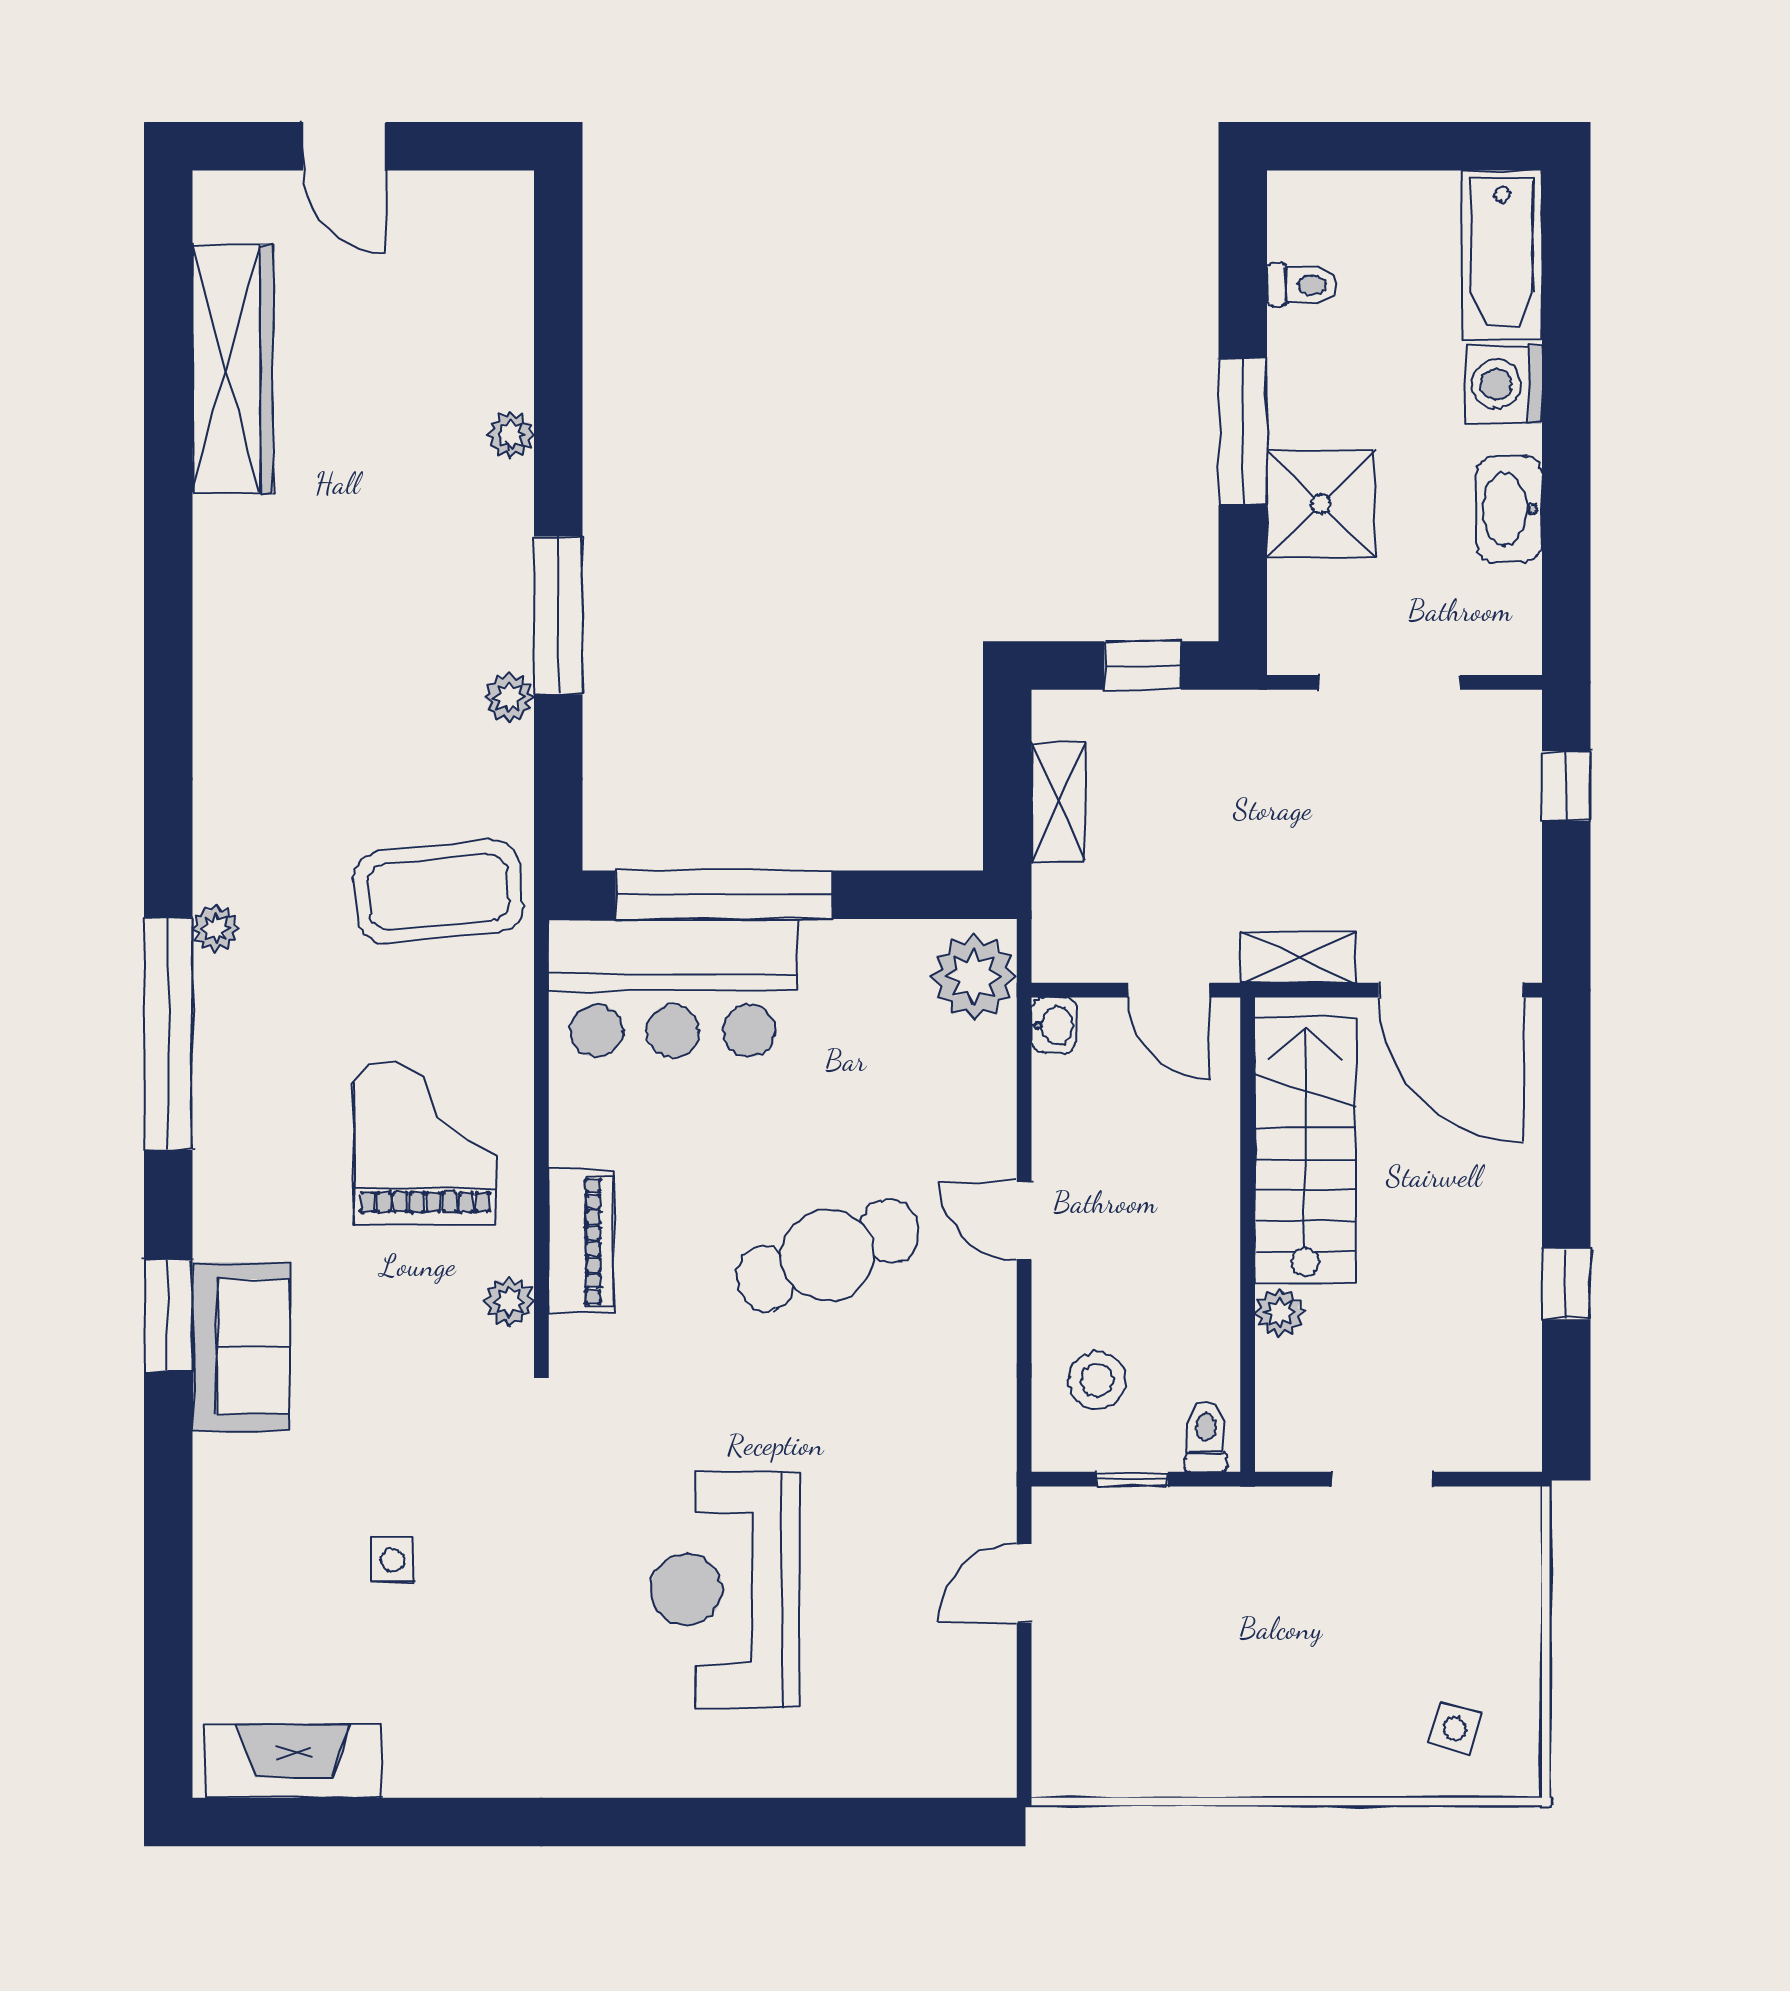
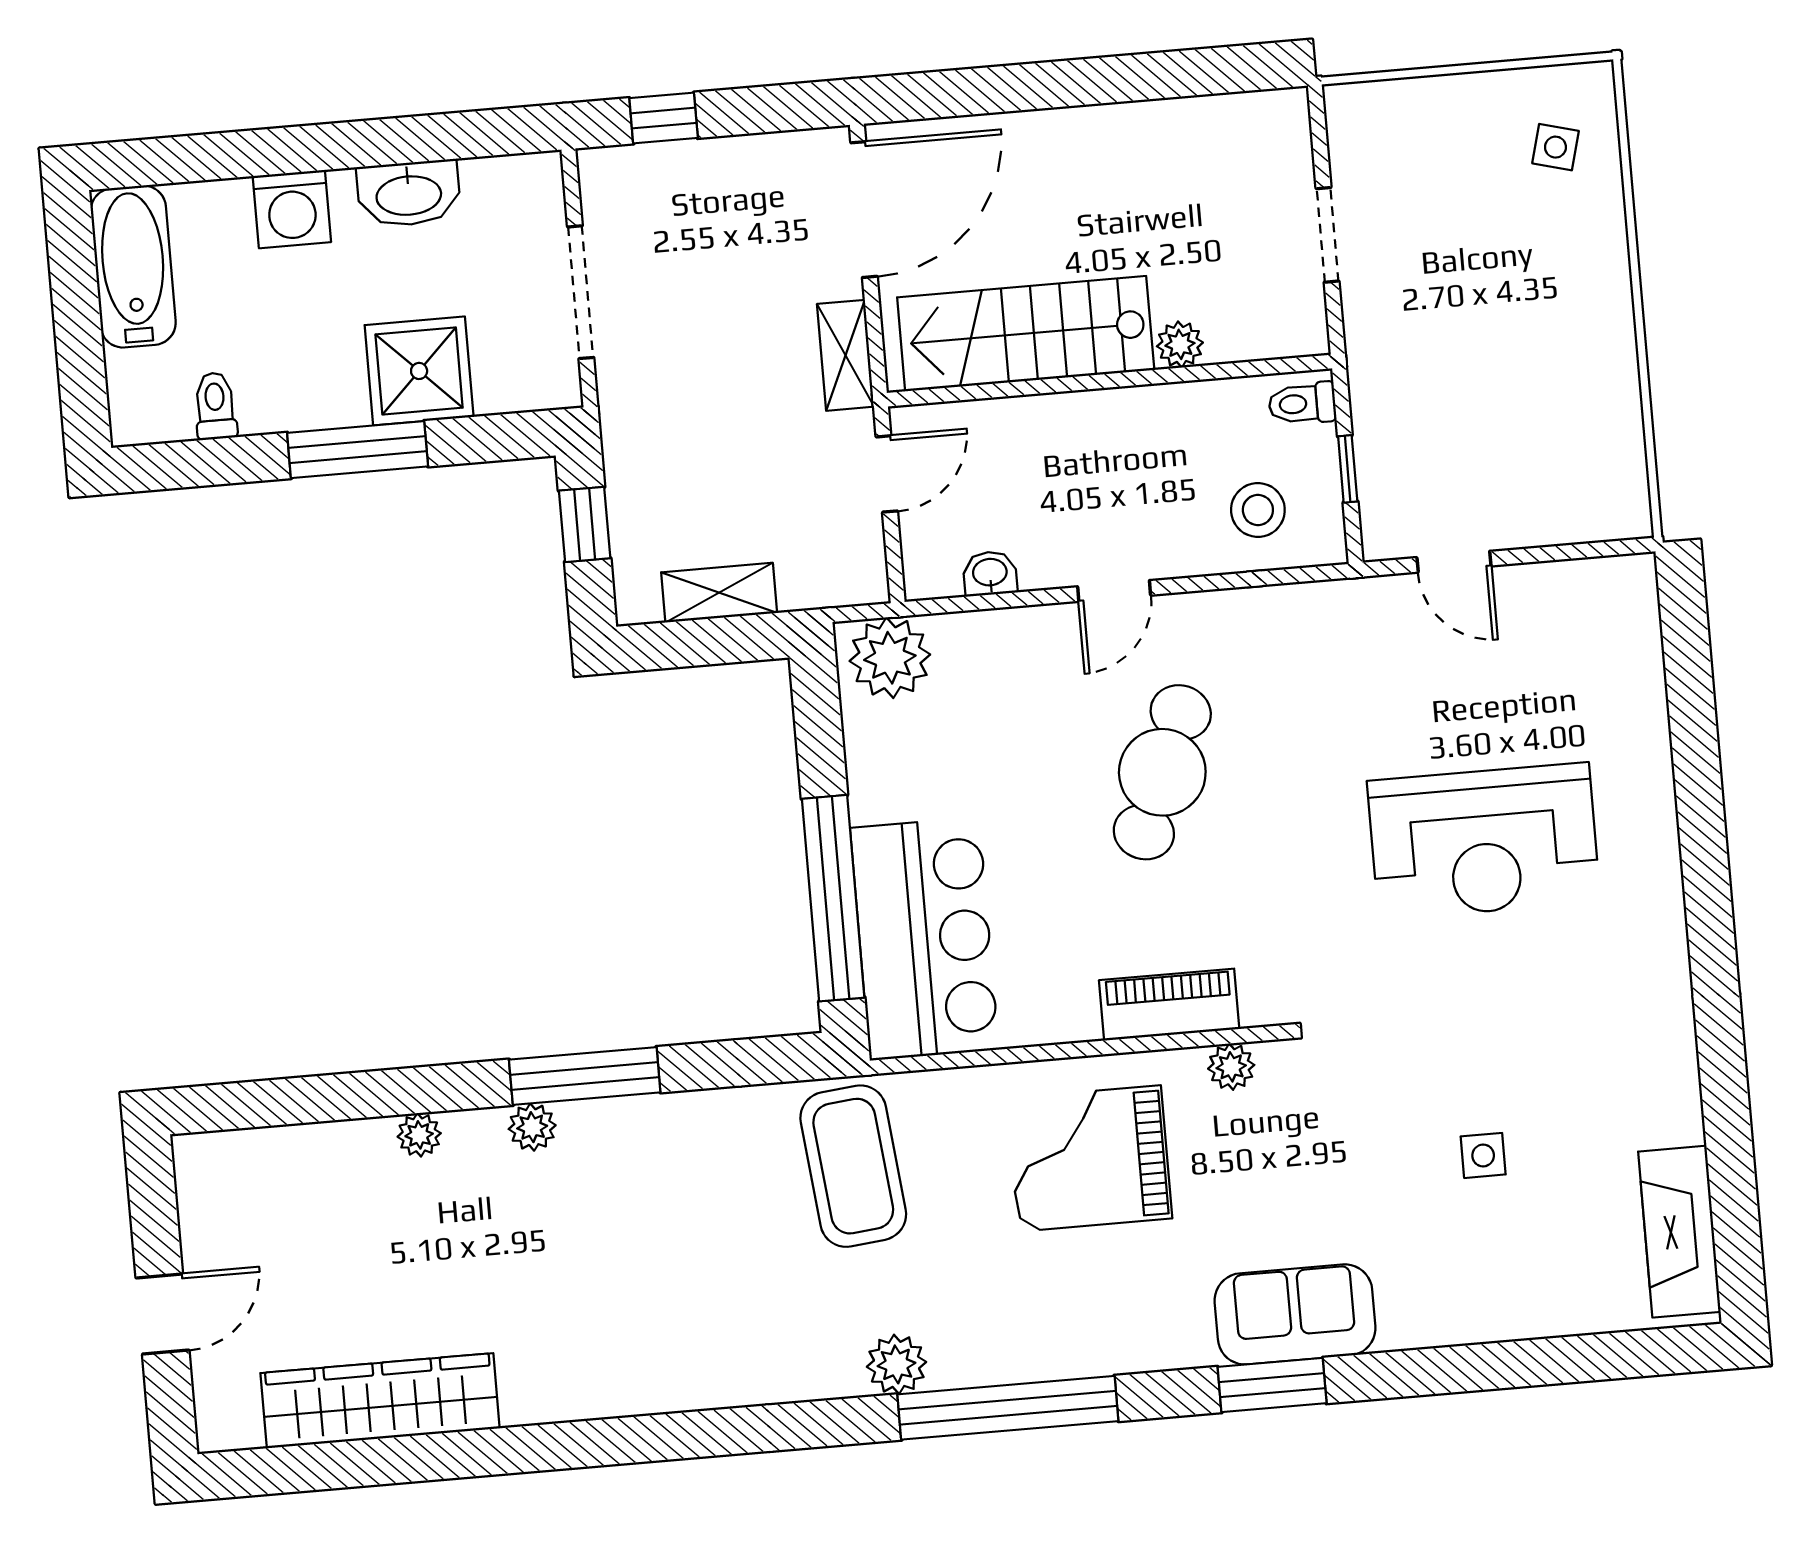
bathtub: (1502, 255) -> (133, 267), moved, turned -90
plant: (509, 697) -> (532, 1127), moved
plant: (216, 928) -> (897, 1364), width x1.38, depth x1.38
washbasin: (1054, 1025) -> (990, 573), moved
cafe table: (828, 1255) -> (1162, 772), turned 43
window: (1566, 1284) -> (1130, 78), removed

